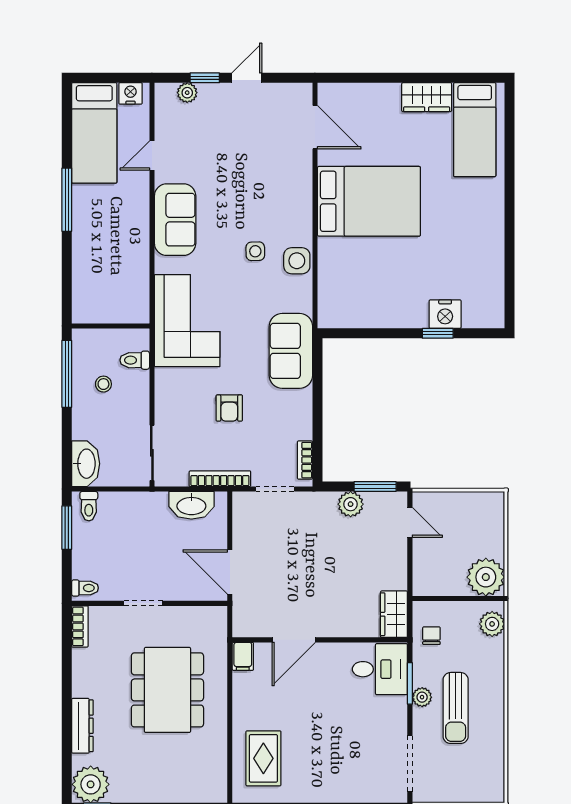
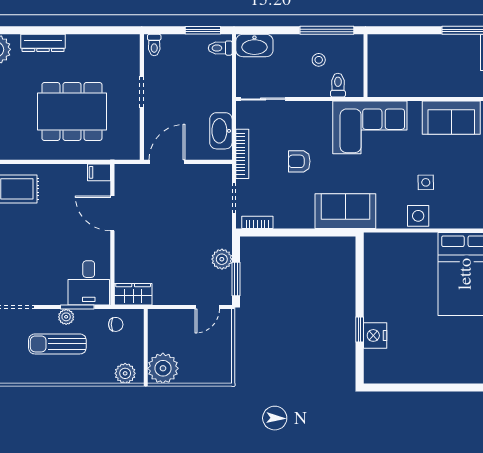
bookcase: (80, 626) -> (123, 41), removed

